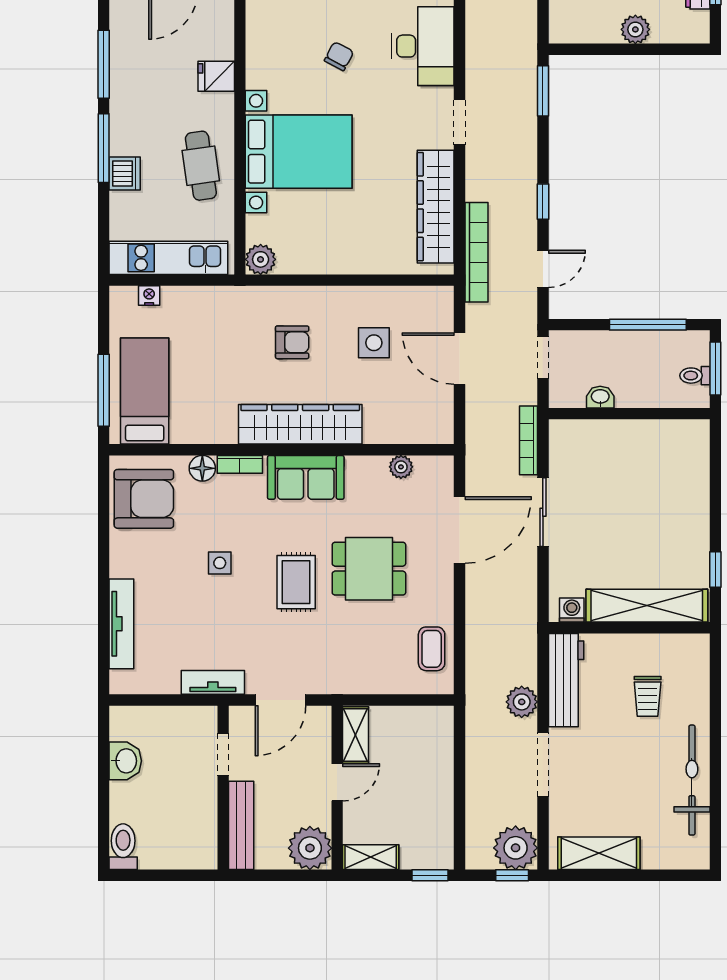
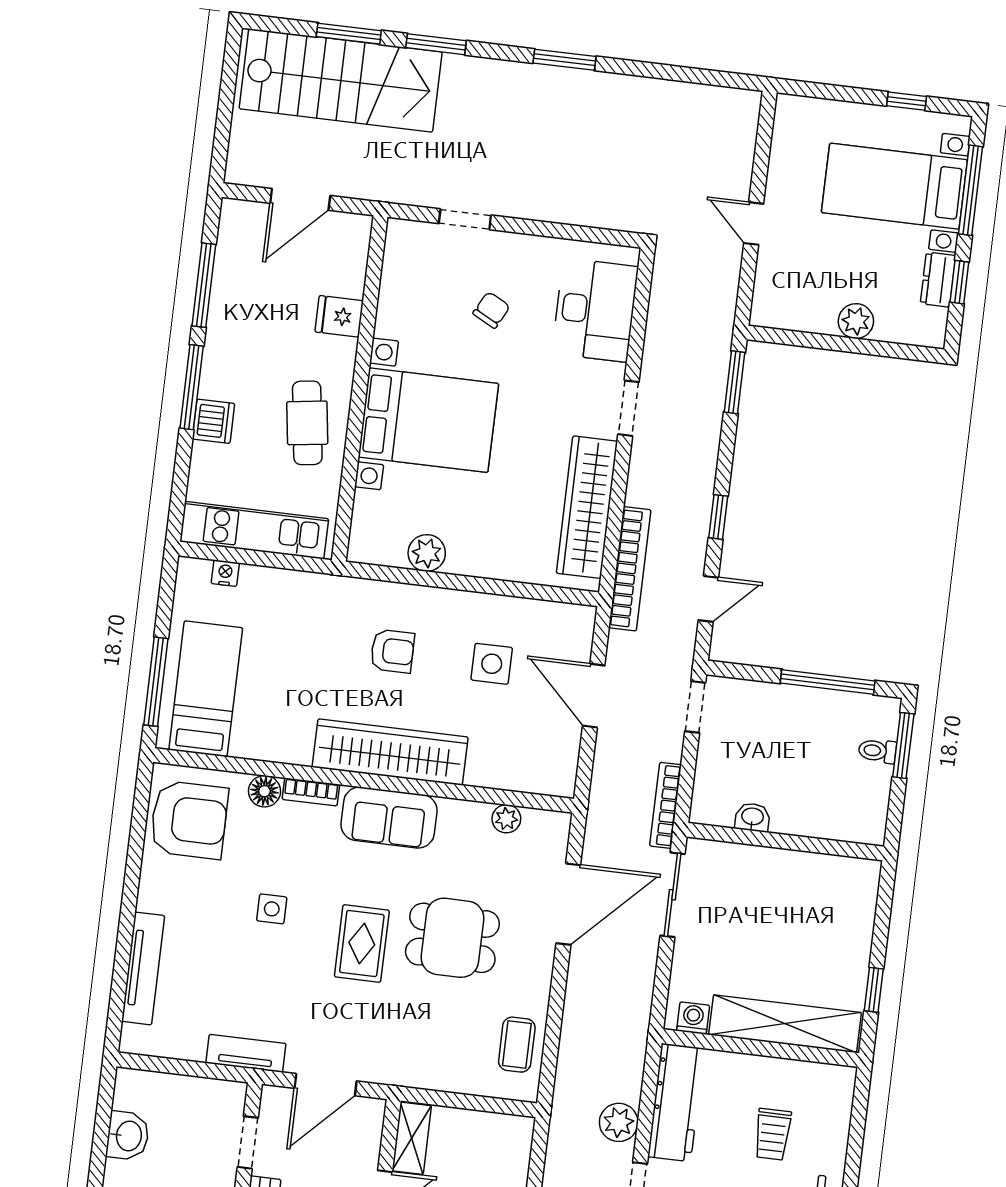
plant: (261, 259) -> (427, 553), moved
washbasin: (600, 397) -> (752, 817), moved
wall: (629, 414) -> (785, 842), moved

